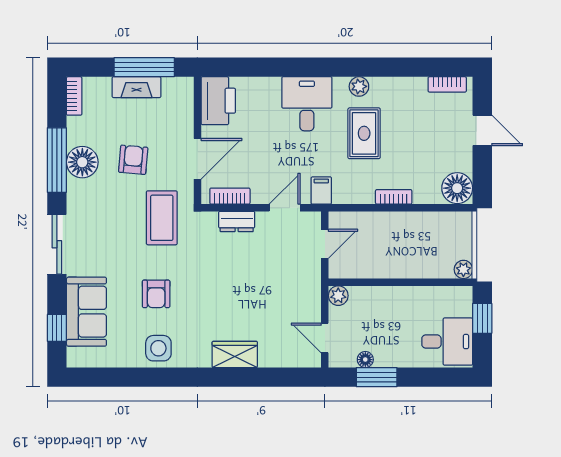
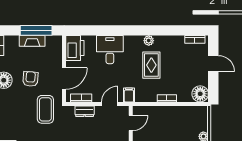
desk: (307, 104) -> (110, 50), moved

